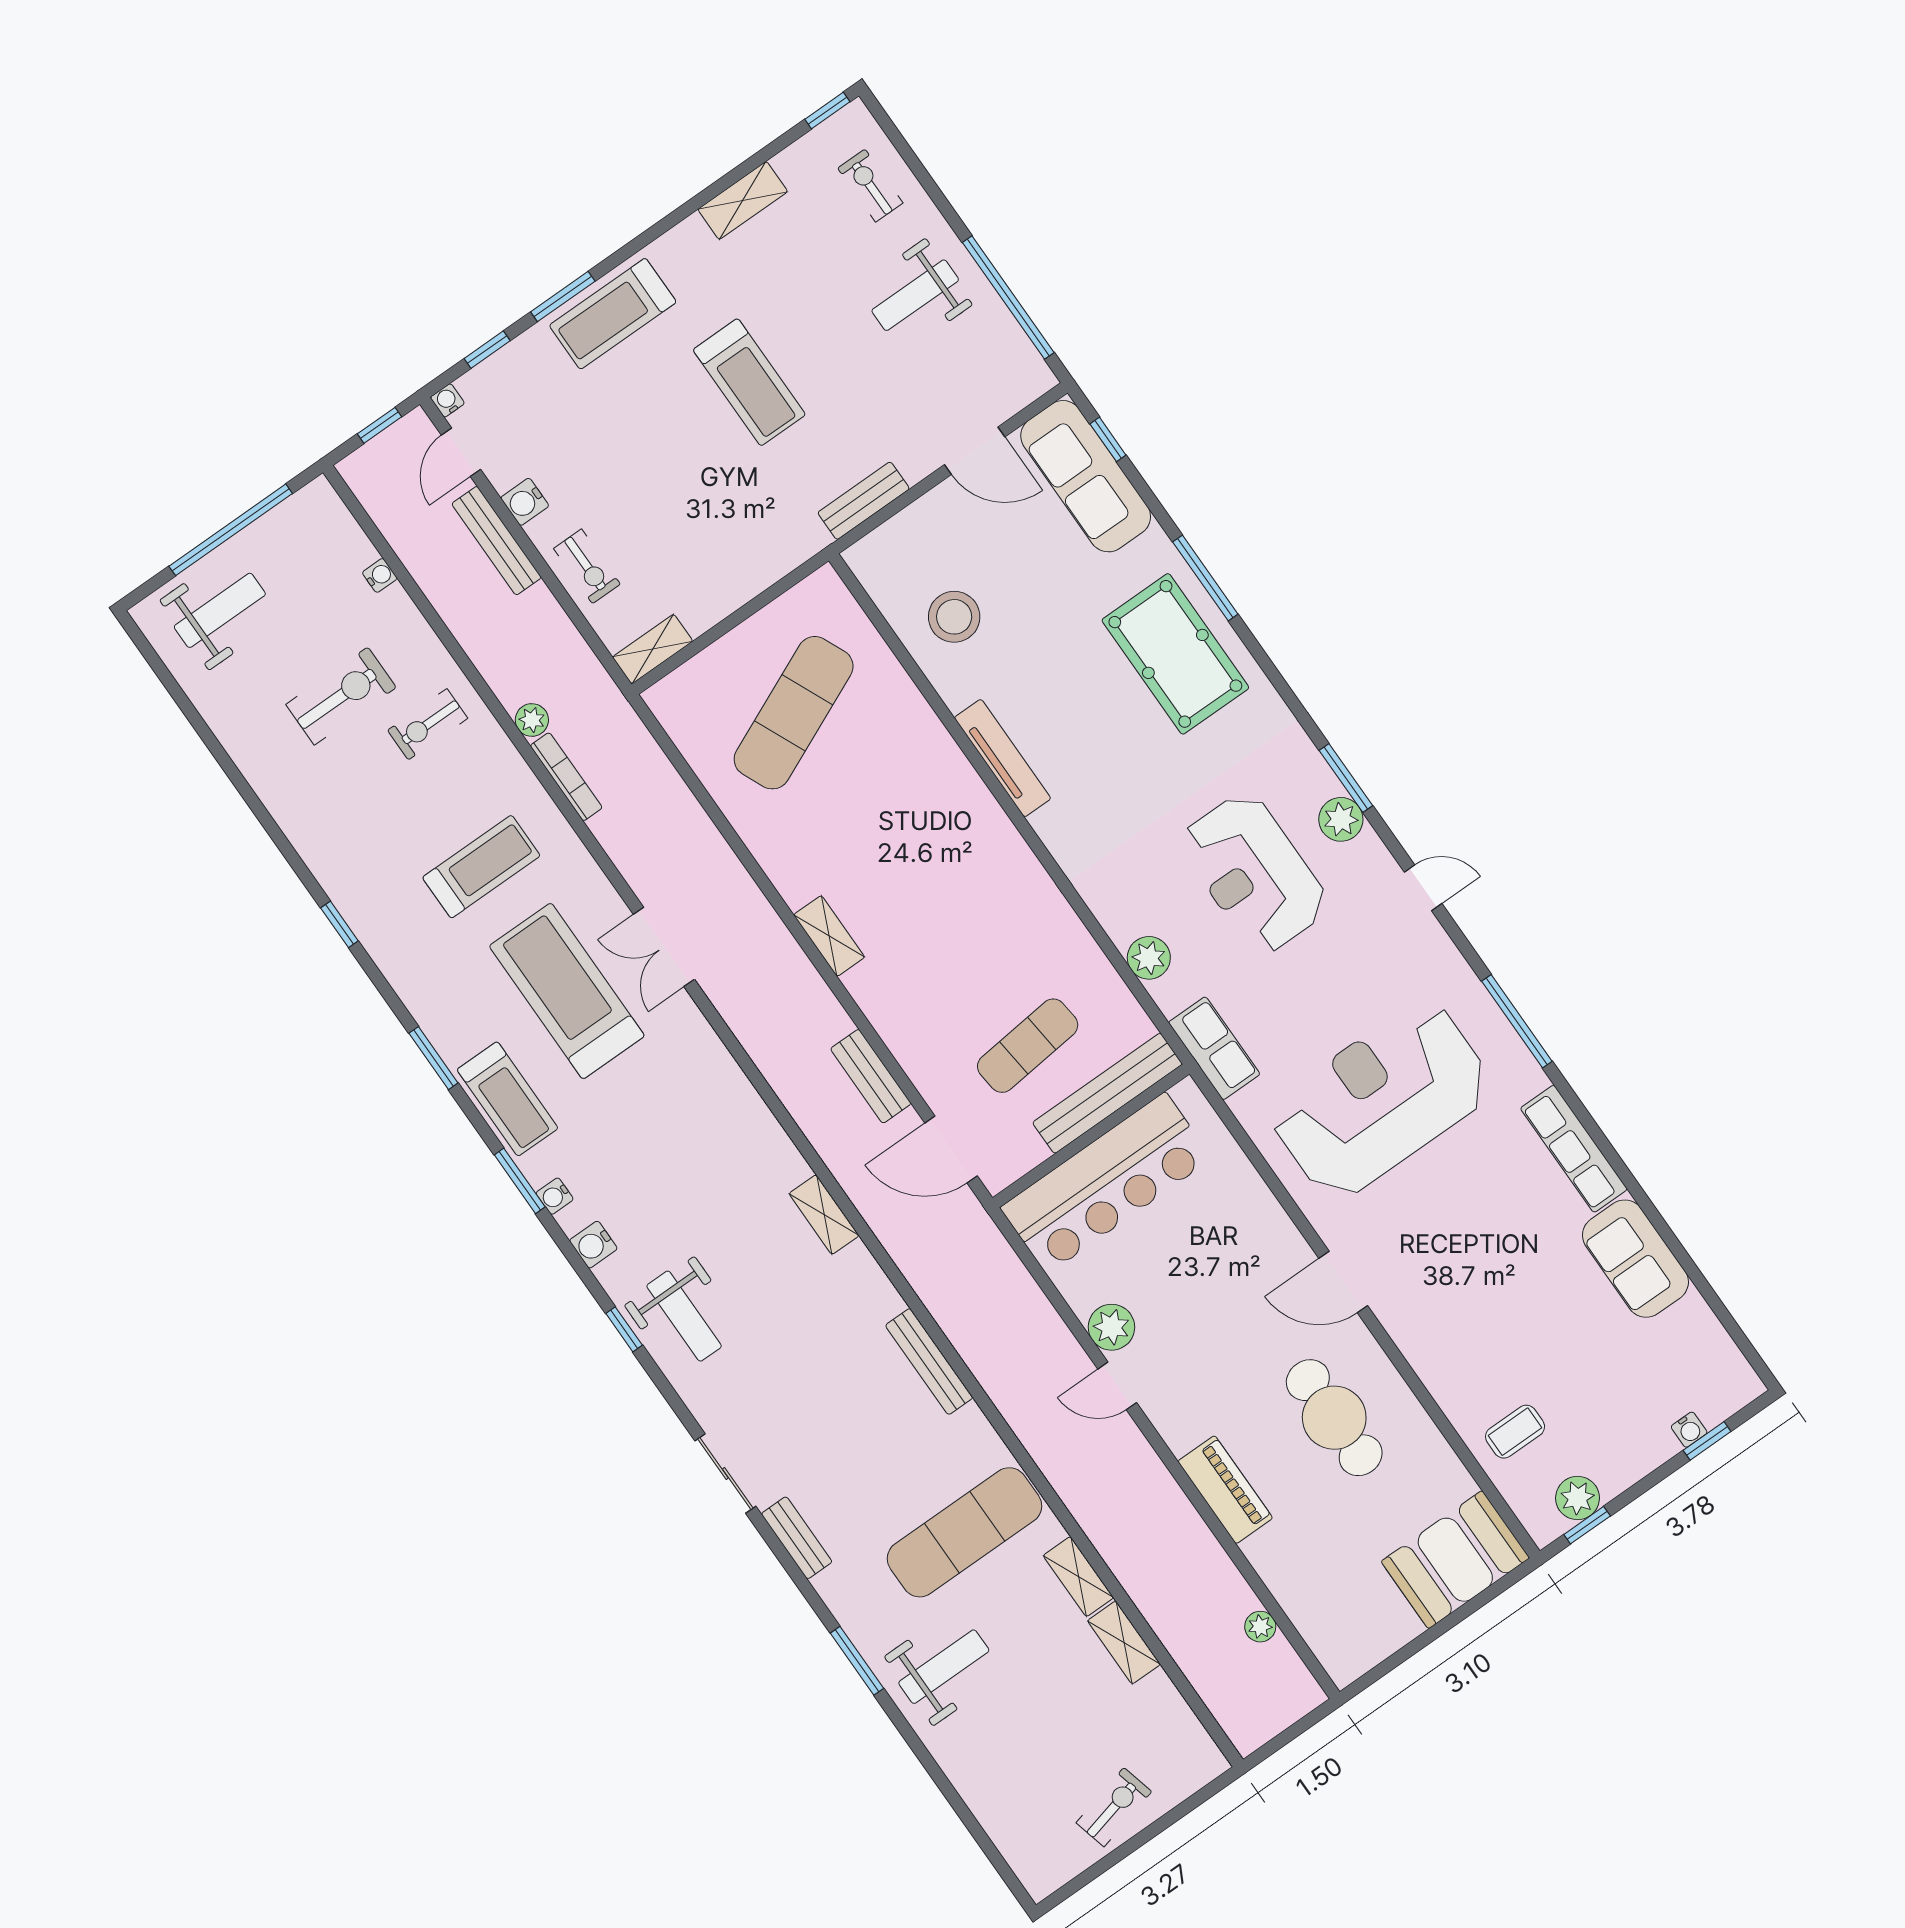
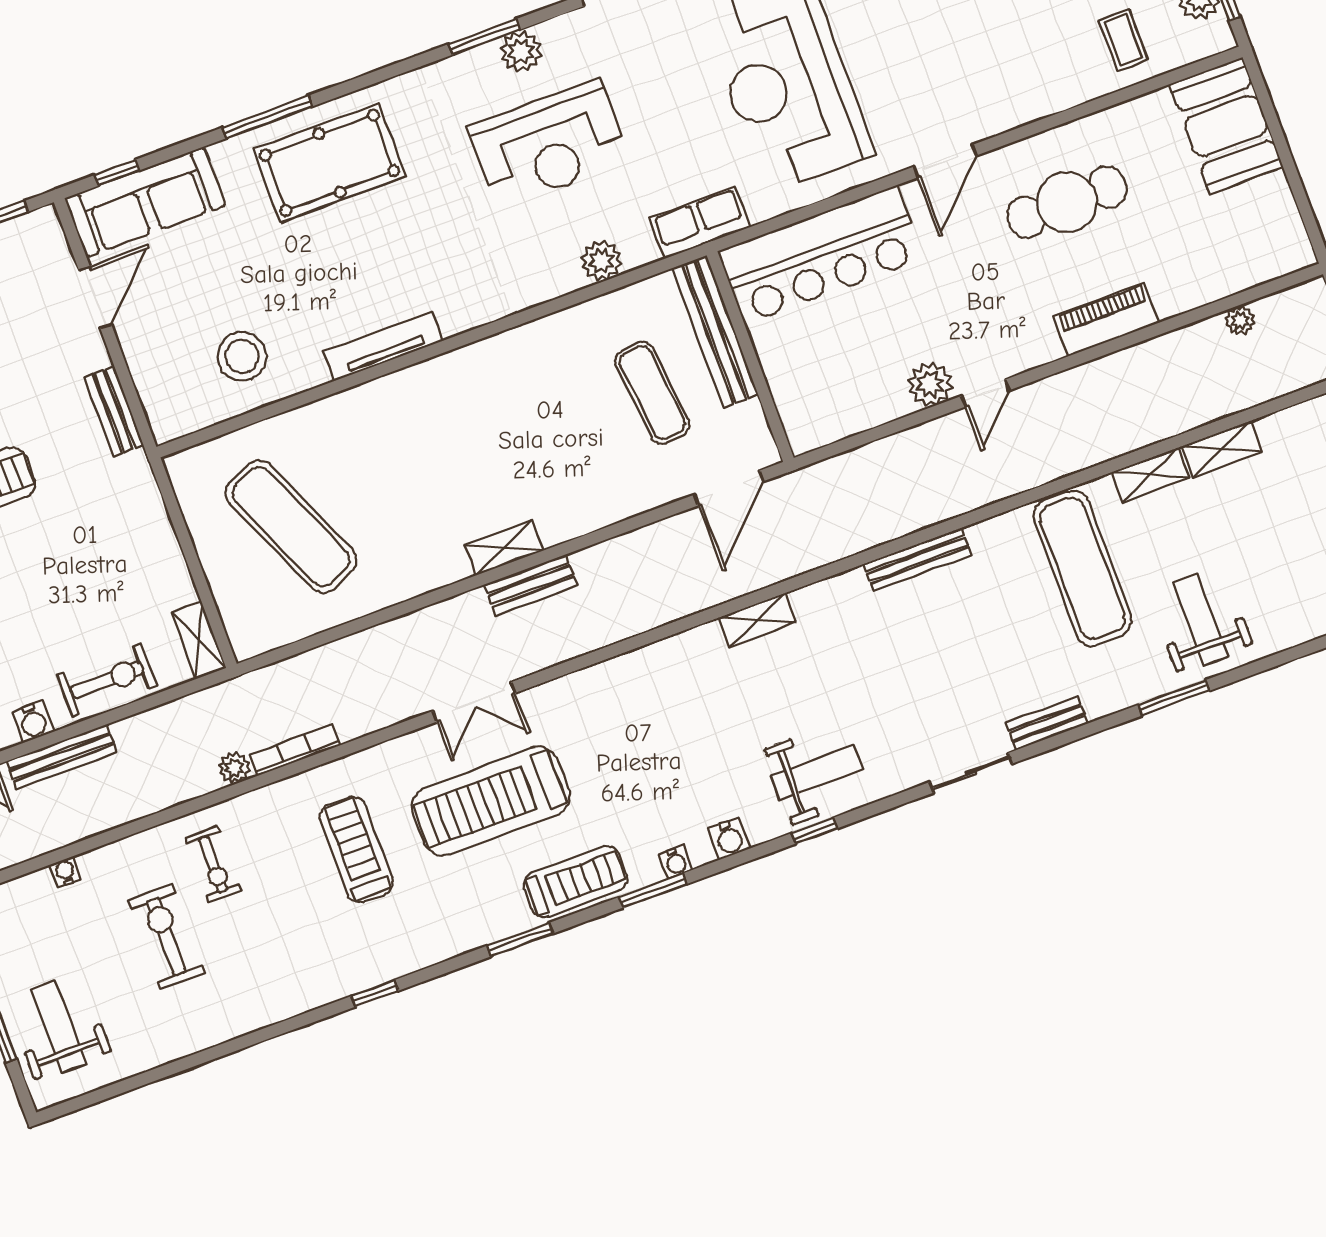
exercise bike: (587, 566) -> (107, 680), width x1.38, depth x1.39
bench: (871, 1076) -> (531, 585), moved
bar counter: (1106, 1183) -> (821, 255), moved, turned 90

